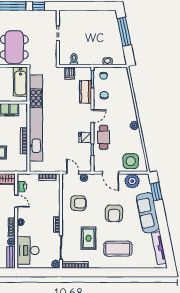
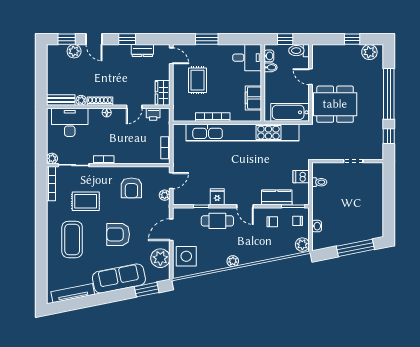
plant: (122, 72) -> (302, 245), added

